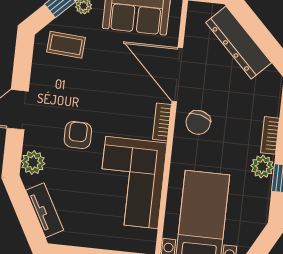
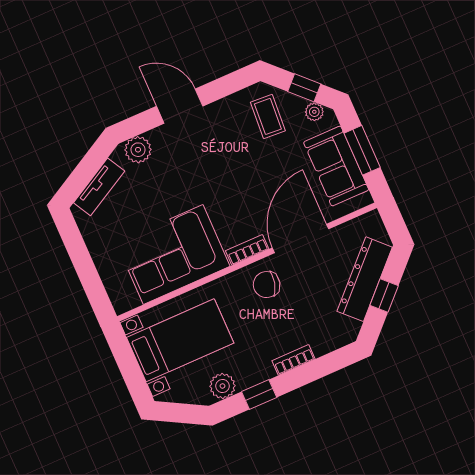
window: (260, 35) -> (384, 295), added
armchair: (78, 135) -> (189, 177), removed
plant: (262, 167) -> (222, 386), moved

